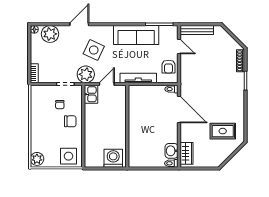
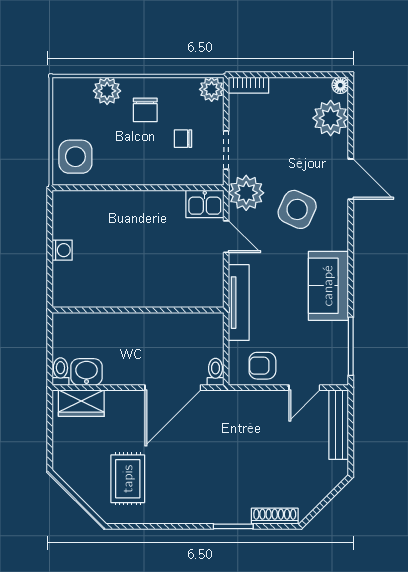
sofa: (136, 35) -> (328, 286), width x0.73
plant: (36, 91) -> (212, 89), added
chair: (70, 121) -> (145, 110), moved
wall: (127, 126) -> (138, 310), moved
washing machine: (113, 158) -> (62, 250), width x0.53, depth x0.53
plant: (37, 159) -> (107, 91), moved

